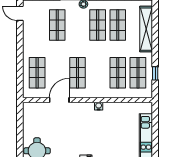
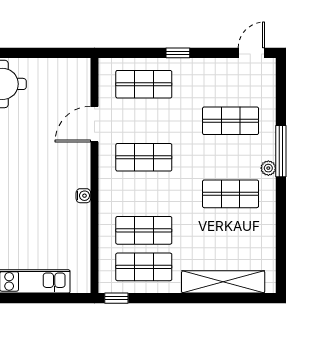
shop shelf: (118, 25) -> (231, 230), removed
window: (20, 54) -> (178, 53), added
window: (155, 73) -> (116, 298), moved
door: (59, 100) -> (95, 124), swing flipped

